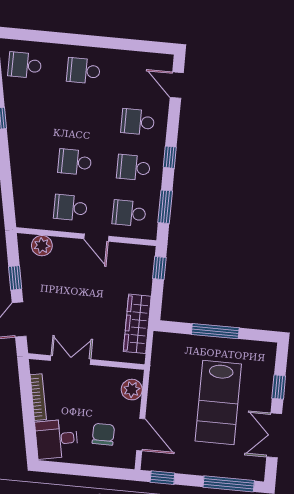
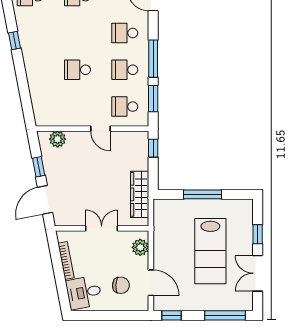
window: (170, 157) -> (153, 59), width x2.17
school desk: (70, 208) -> (78, 107), removed
double door: (71, 360) -> (102, 228), moved
chair: (103, 434) -> (121, 285), turned 92

